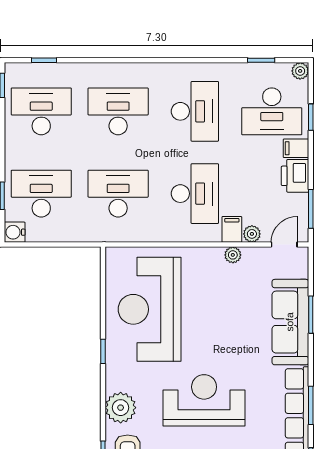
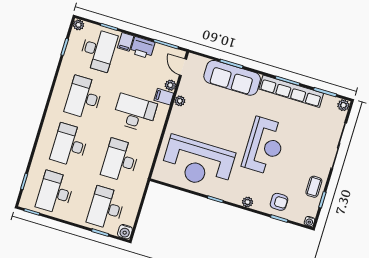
desk: (195, 111) -> (84, 98), turned -90
reception desk: (204, 400) -> (264, 146), turned 180
plant: (121, 408) -> (248, 202), width x0.53, depth x0.53

